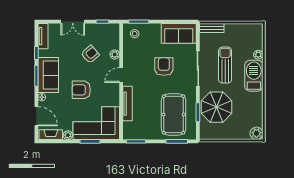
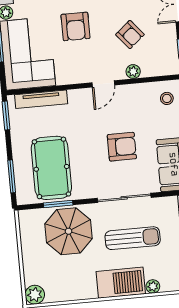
door: (121, 75) -> (103, 84), swing flipped
armchair: (81, 90) -> (75, 26), turned 180
tv unit: (127, 104) -> (41, 99), moved
pool table: (174, 114) -> (51, 168), turned 90

